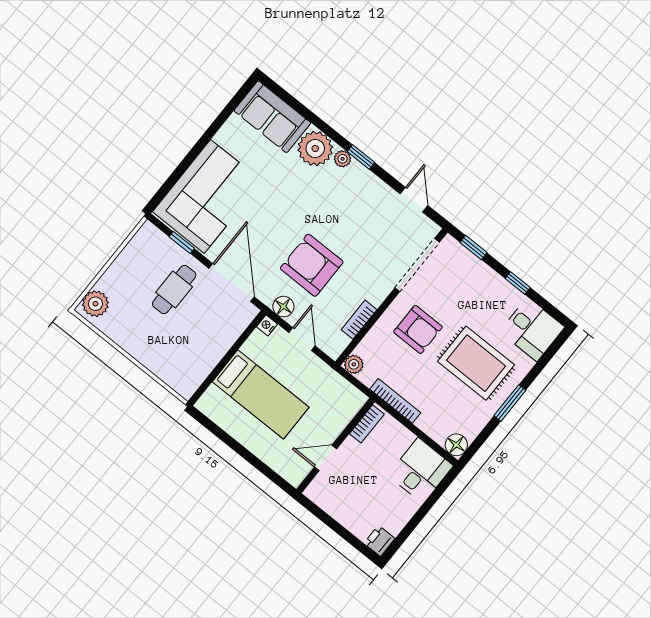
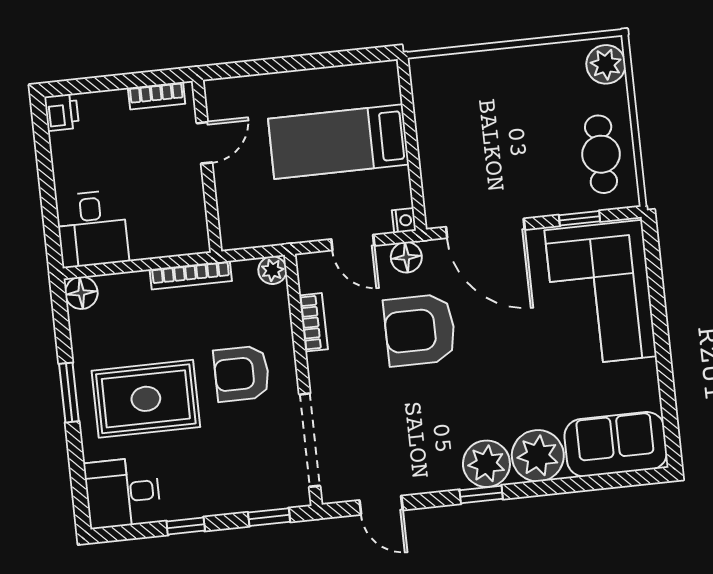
plant: (343, 159) -> (486, 464), width x1.88, depth x1.88
armchair: (312, 265) -> (420, 330), turned 180
cafe table: (174, 290) -> (601, 154), moved
bookcase: (367, 424) -> (157, 96), moved, turned -90

